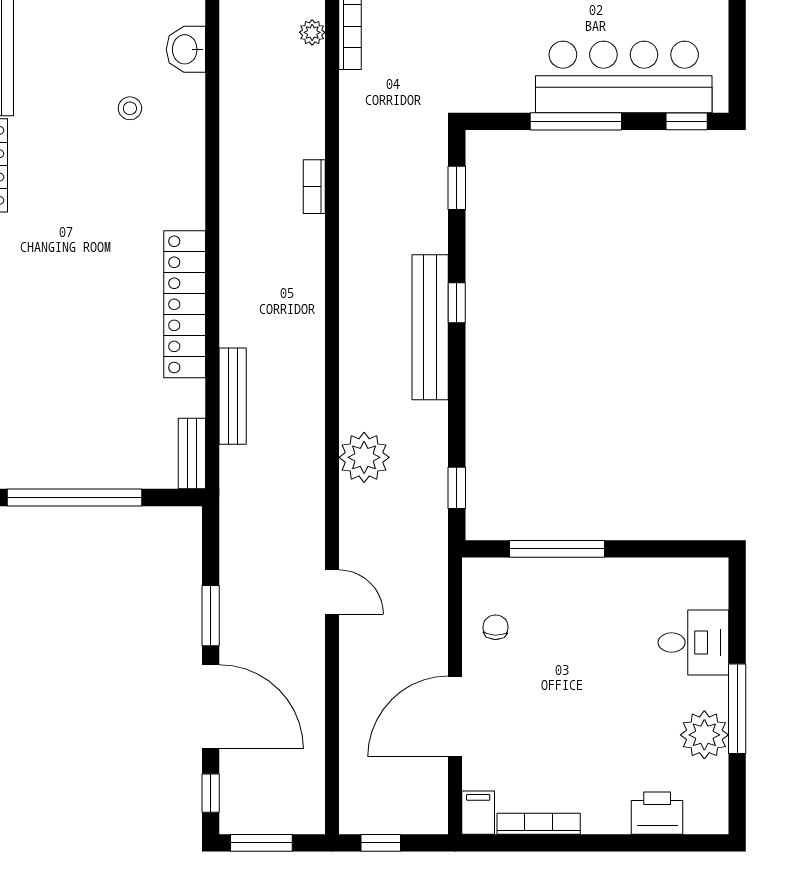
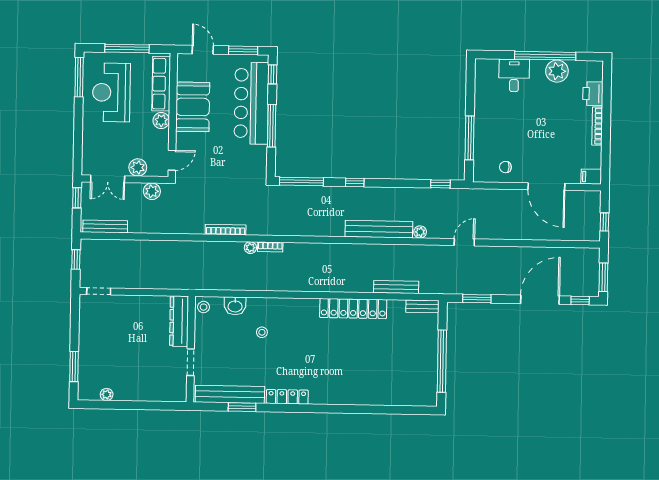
plant: (312, 32) -> (250, 248), moved
window: (737, 57) -> (243, 50), added
bookcase: (314, 187) -> (270, 247), moved
window: (457, 188) -> (301, 181), width x2.17
bench: (430, 327) -> (379, 229), moved
plant: (364, 457) -> (420, 232), width x0.53, depth x0.53
door: (332, 592) -> (464, 242), moved
window: (211, 616) -> (477, 299), moved
window: (737, 709) -> (545, 56), width x1.46
bookcase: (539, 824) -> (597, 126), moved

